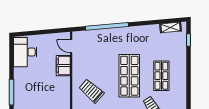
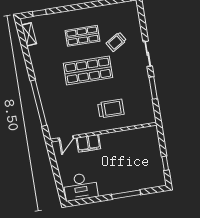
trolley: (91, 91) -> (111, 109), turned -131

